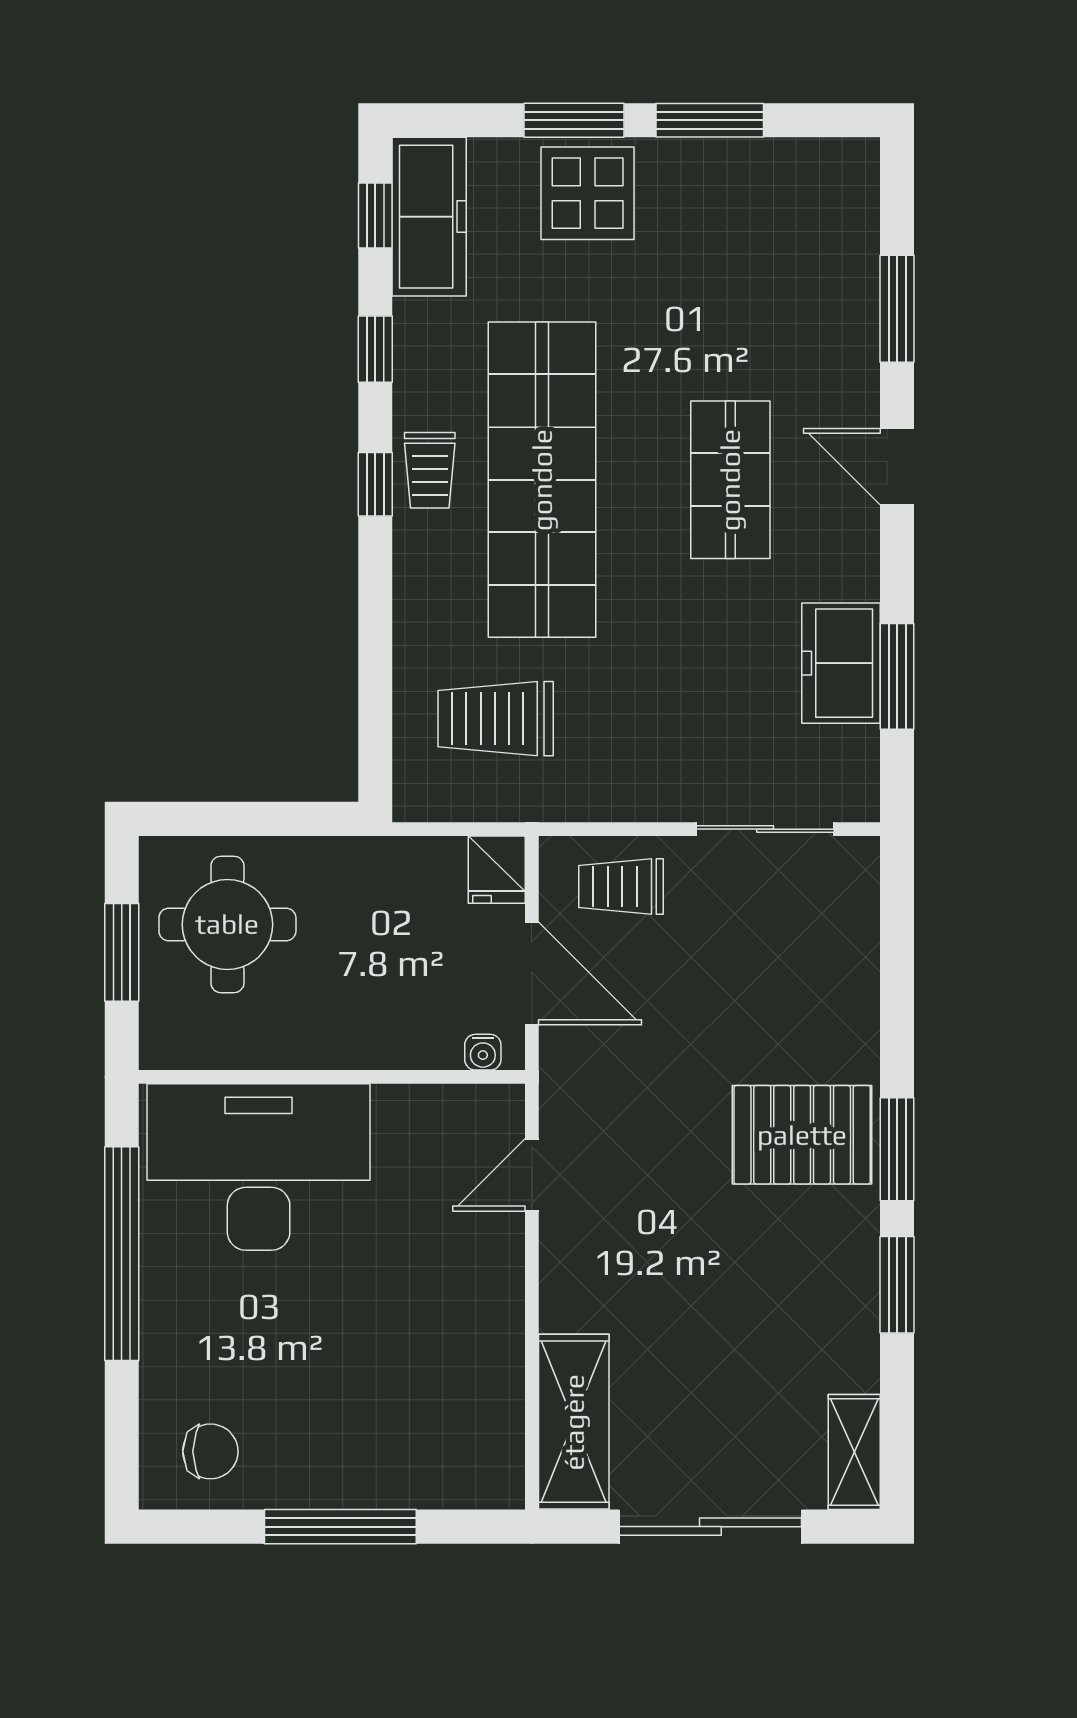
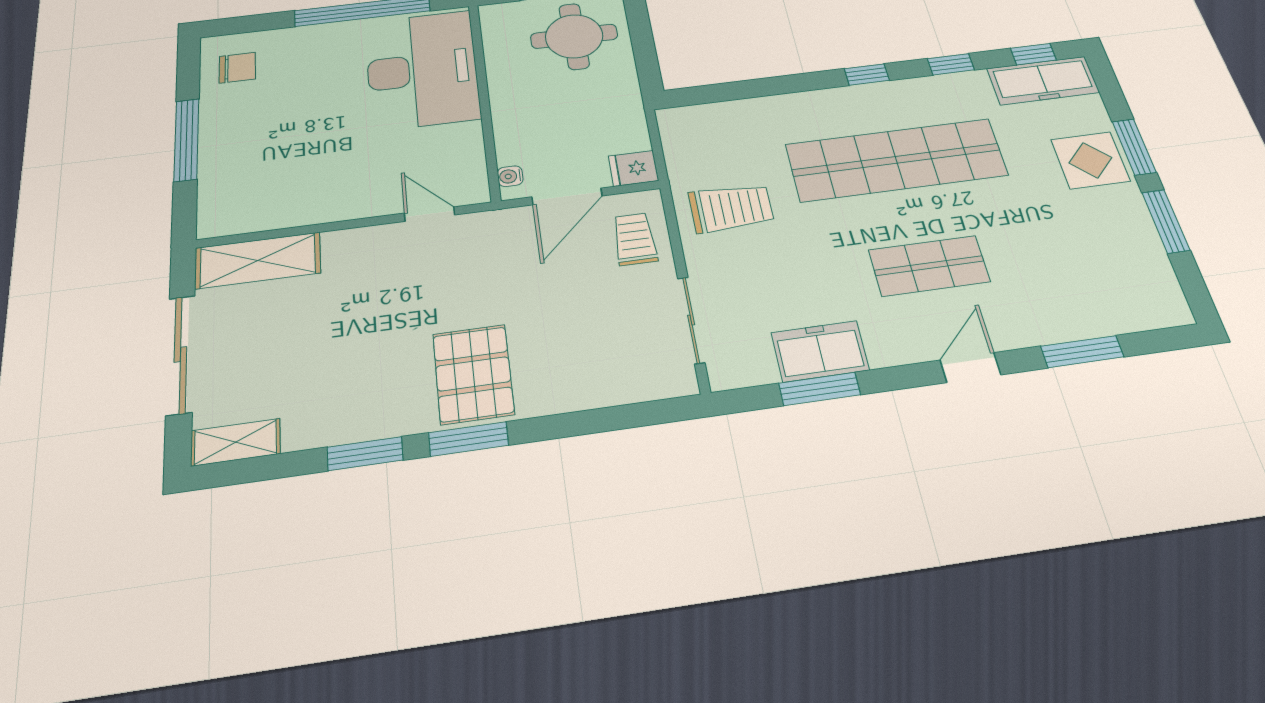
trolley: (430, 470) -> (884, 101), removed
trolley: (496, 719) -> (731, 208), moved, turned 90
chair: (210, 1451) -> (237, 68), turned -90

